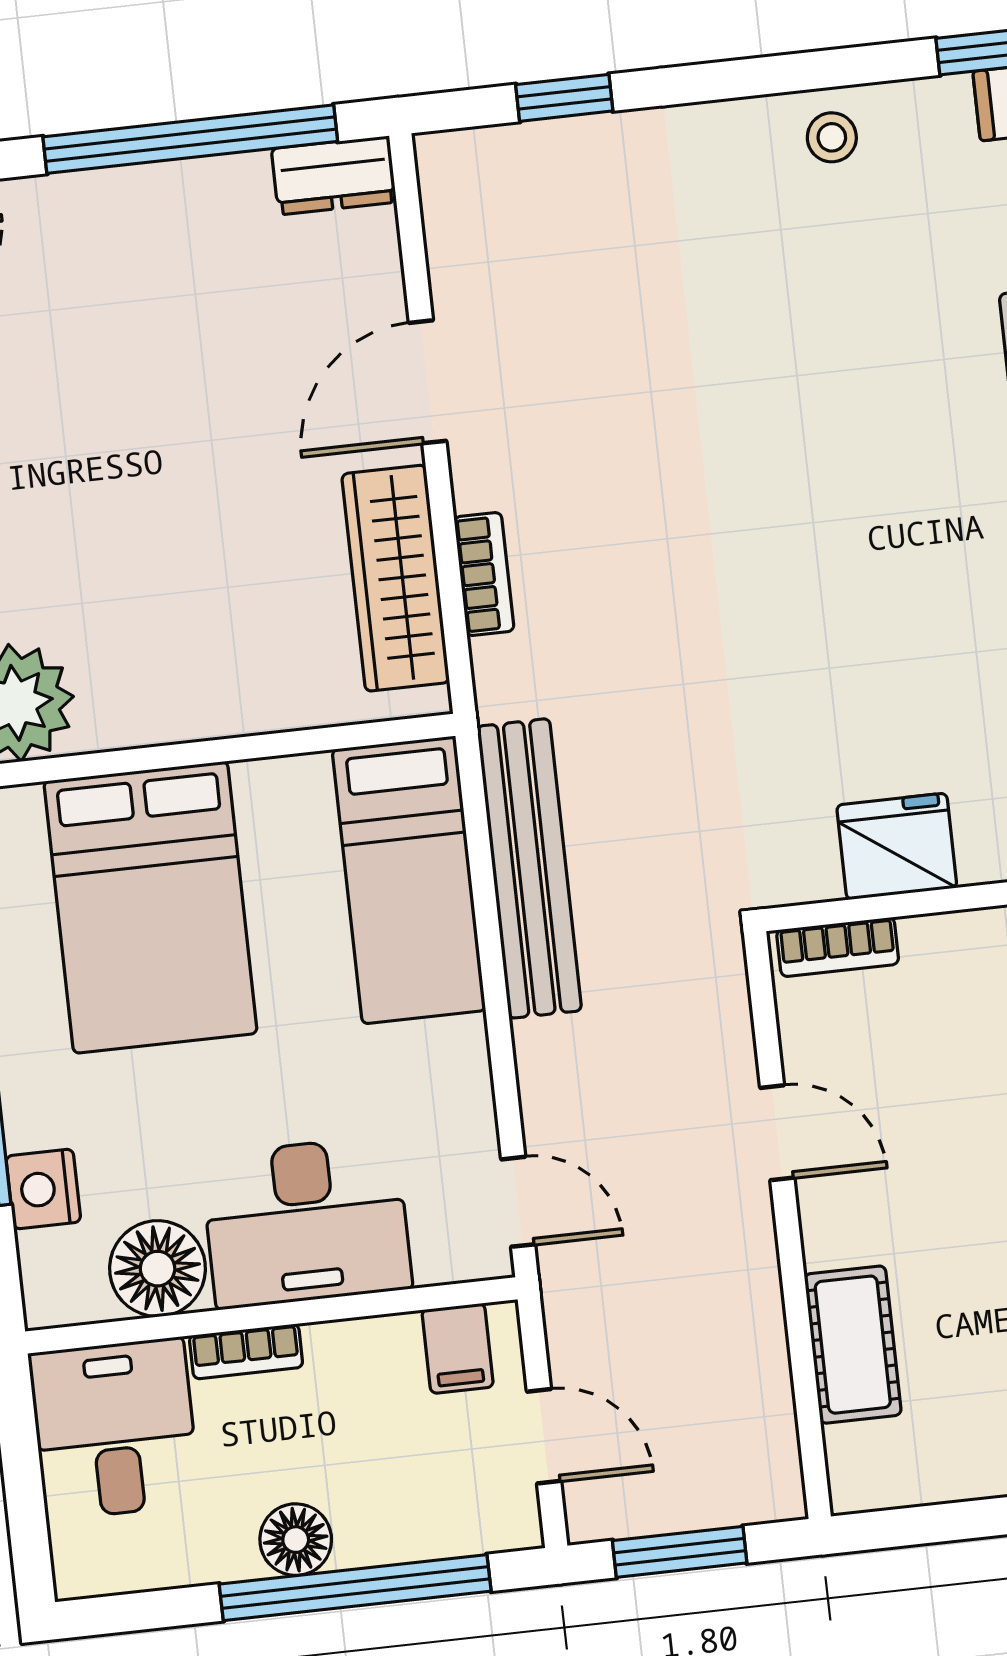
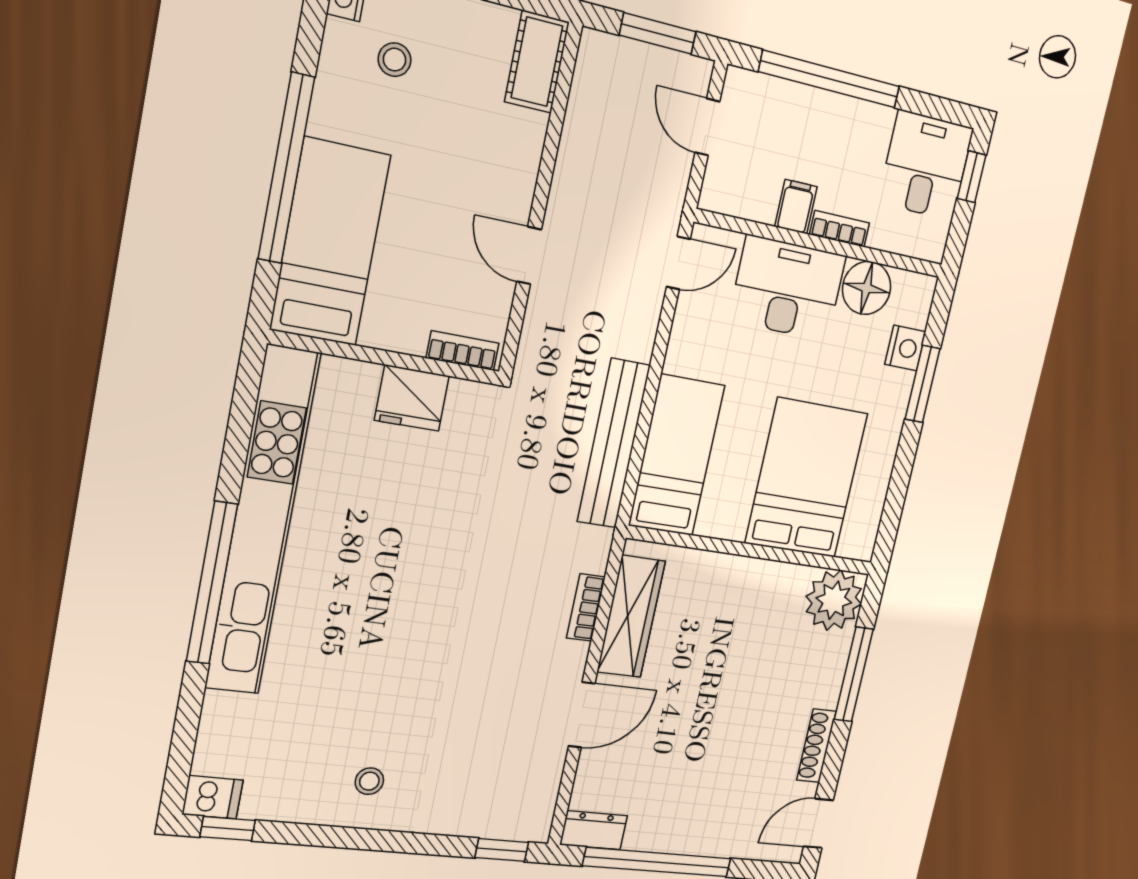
window: (564, 98) -> (502, 850), moved
stool: (832, 137) -> (369, 781), moved
door: (518, 1202) -> (678, 263), swing flipped
cot: (853, 1345) -> (537, 62), moved
filing cabinet: (458, 1348) -> (796, 207), moved
desk: (115, 1429) -> (926, 165), moved, turned 180
window: (27, 1520) -> (972, 177), added
floor lamp: (296, 1540) -> (850, 117), removed

